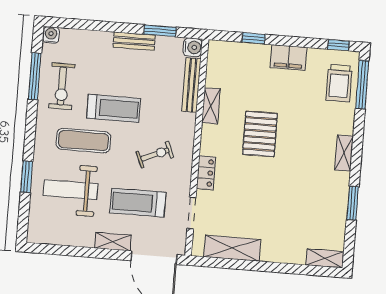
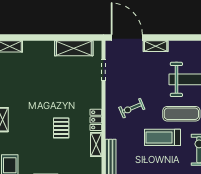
pallet: (260, 134) -> (61, 128), width x0.67, depth x0.71
locker: (206, 173) -> (96, 120), moved
treadmill: (138, 203) -> (141, 74), removed

